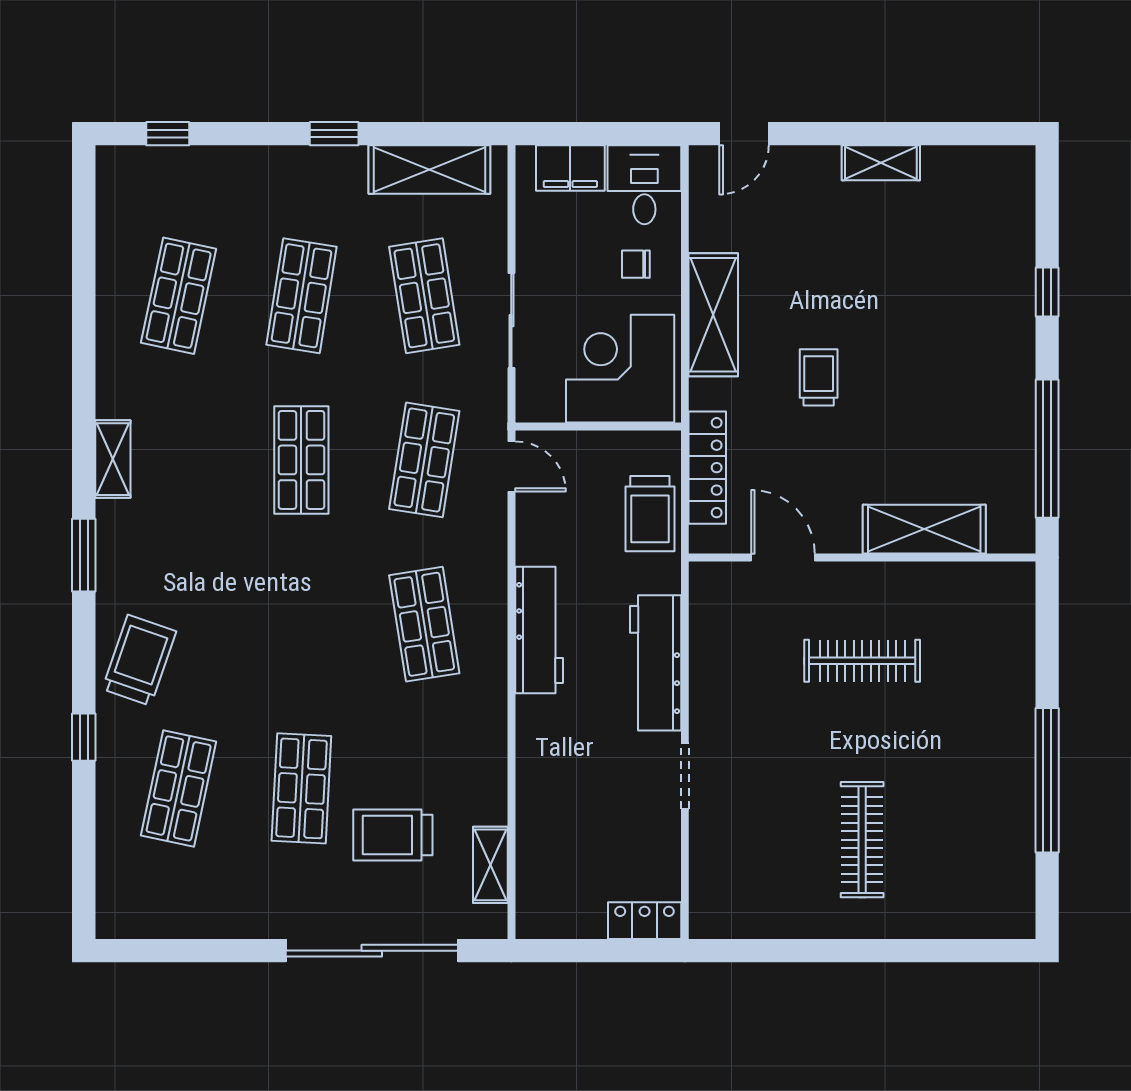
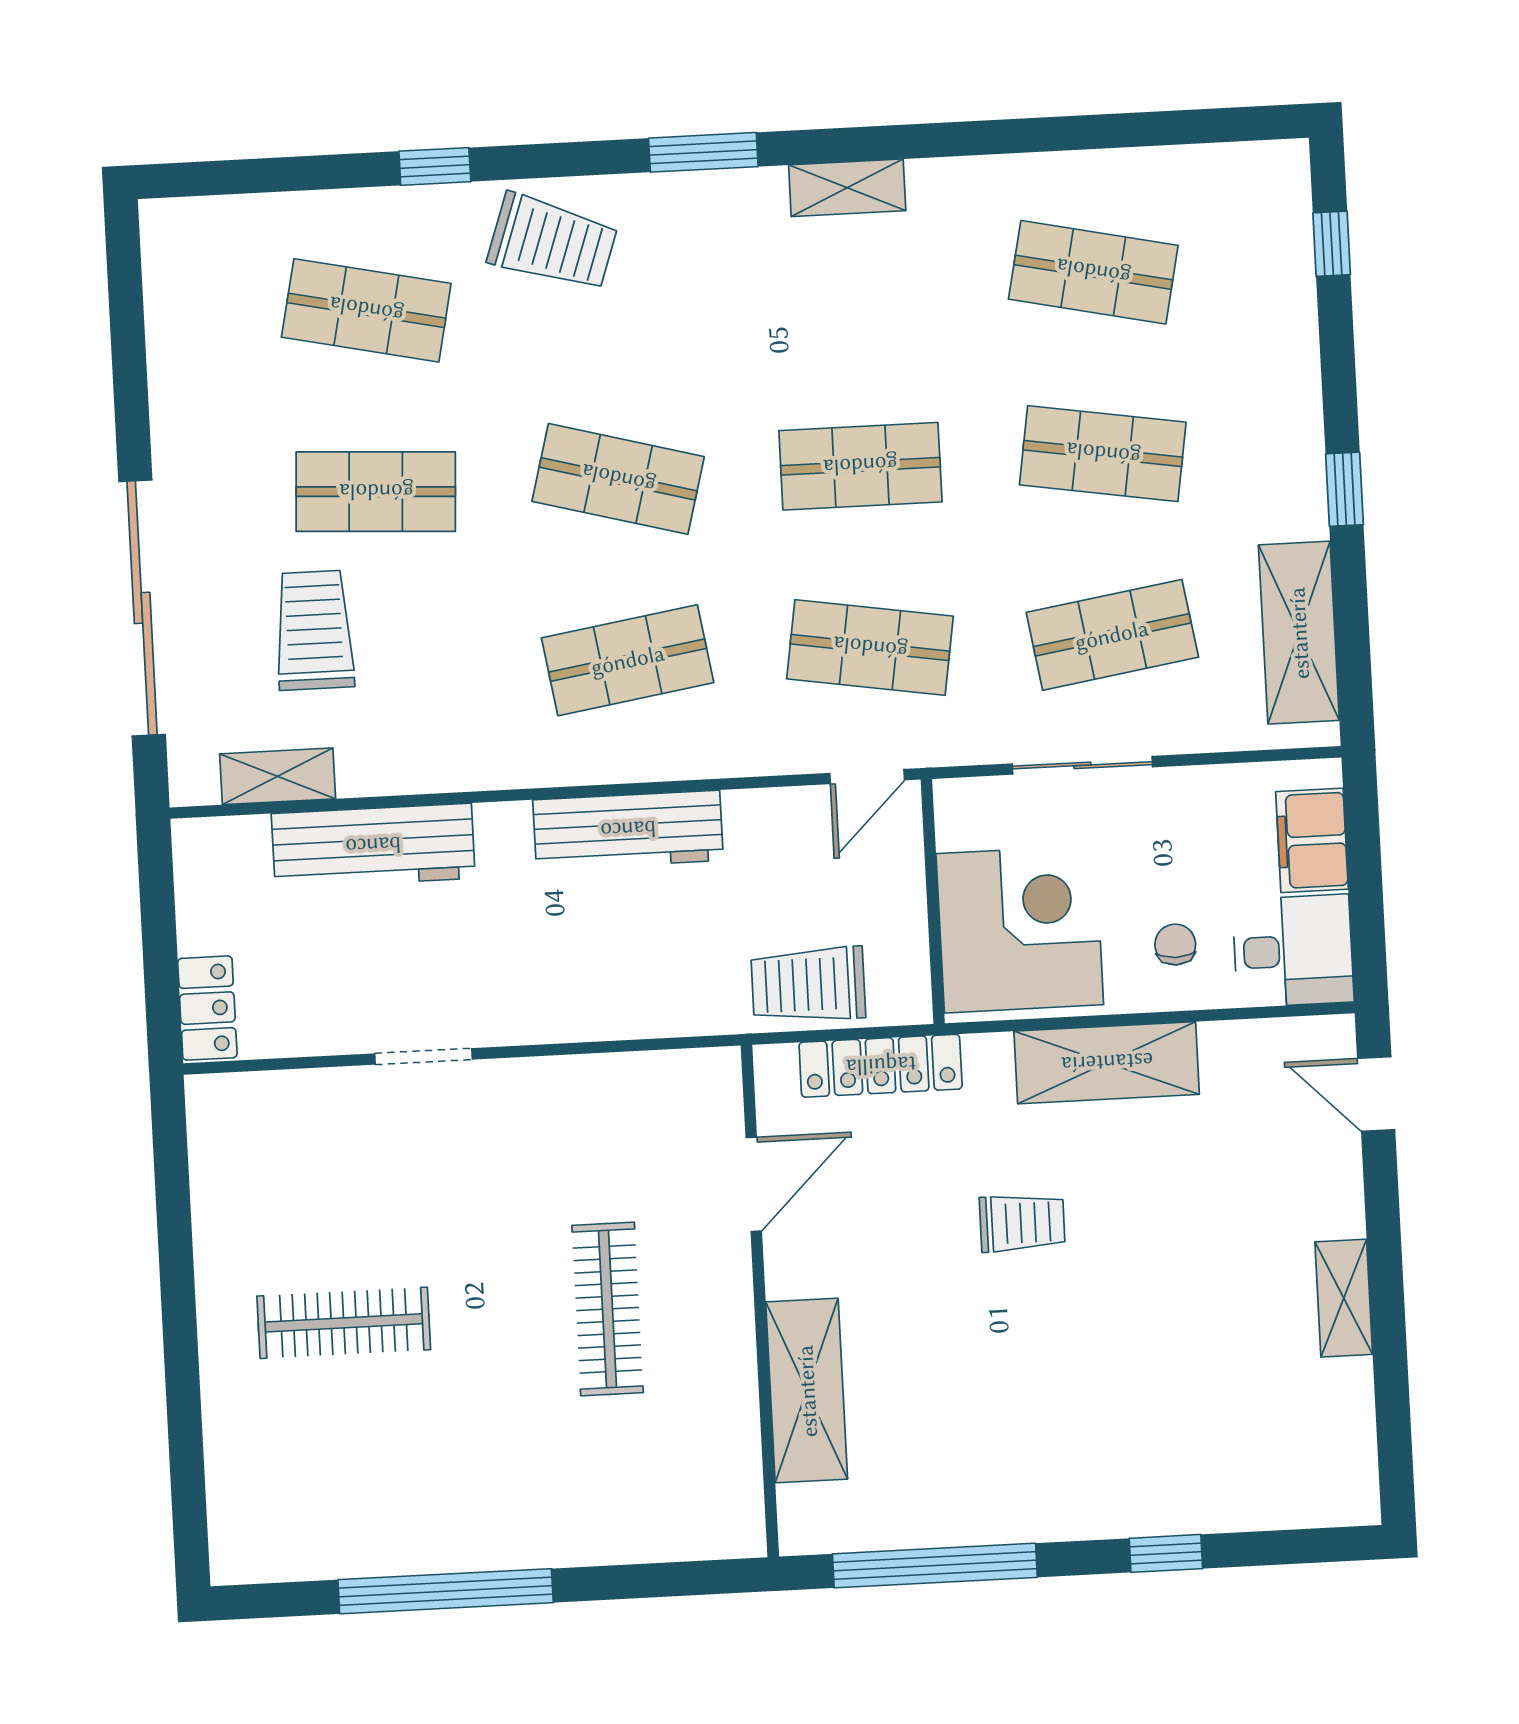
shop shelf: (301, 624) -> (618, 479), added
workbench: (656, 663) -> (373, 846), moved, turned 180

